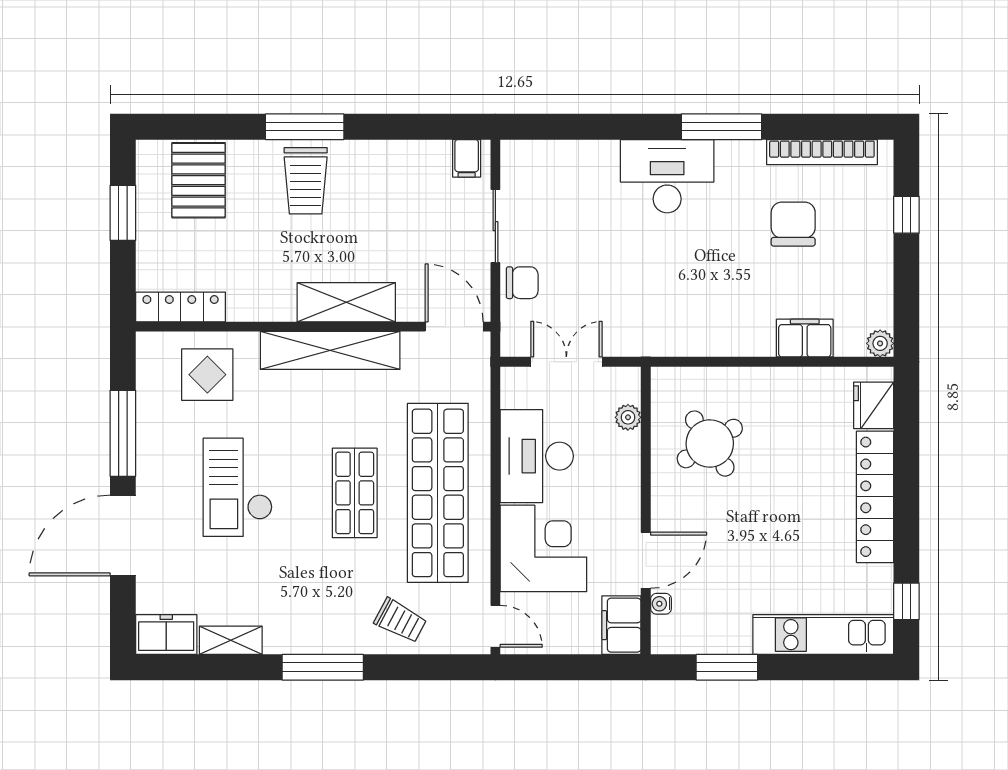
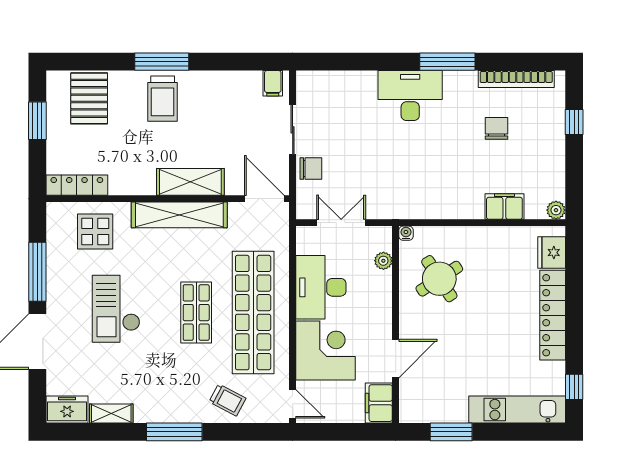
chair: (793, 224) -> (496, 128), width x0.73, depth x0.73
water cooler: (661, 604) -> (406, 233), moved, turned 90

